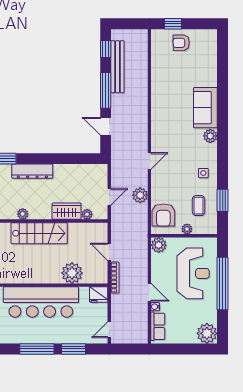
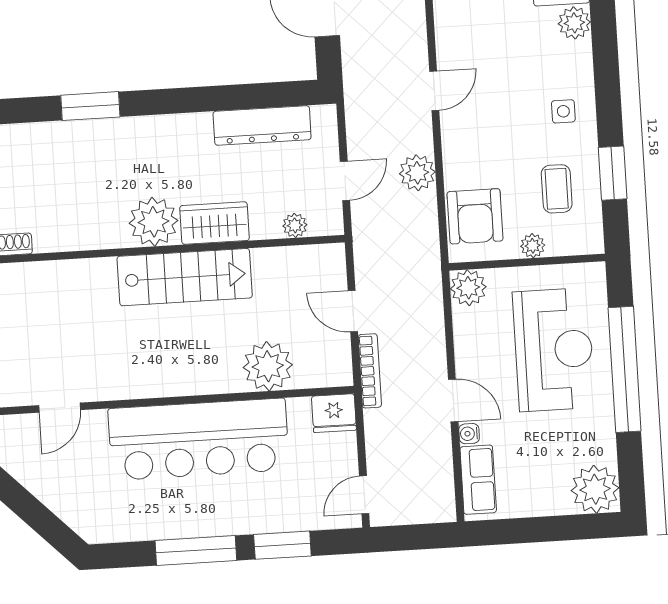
dresser: (32, 171) -> (262, 125), moved
wardrobe: (67, 211) -> (215, 223), moved
plant: (23, 214) -> (153, 222), width x1.88, depth x1.88

